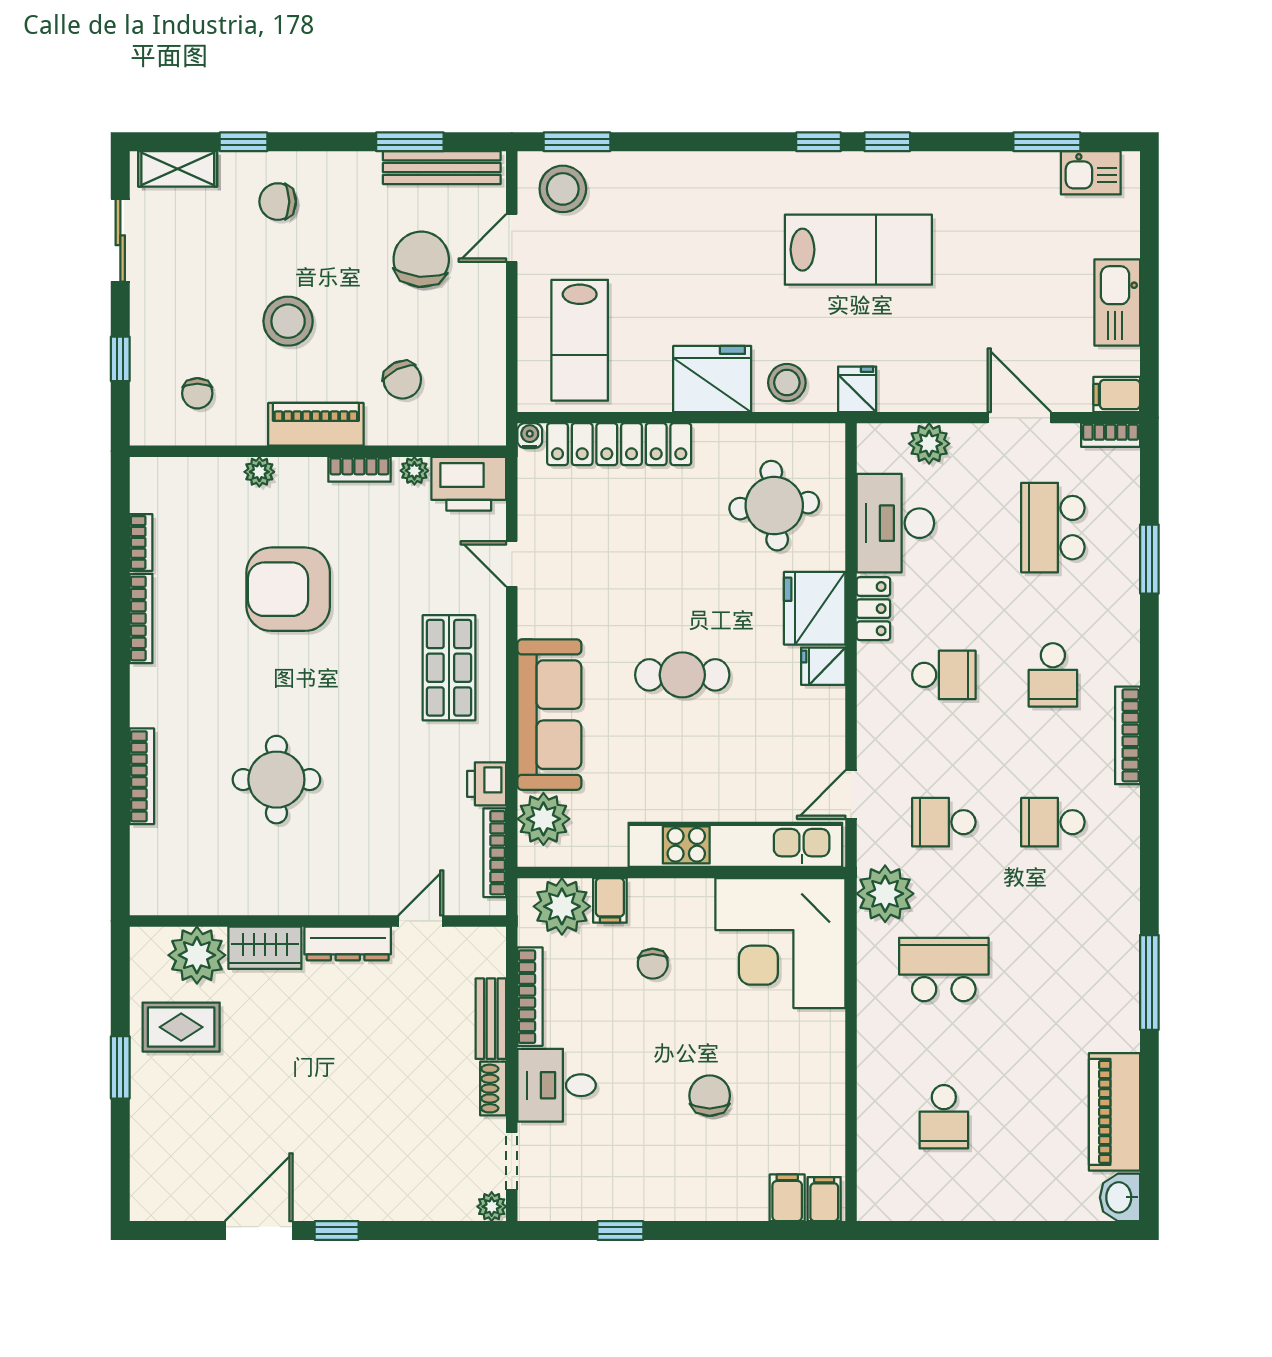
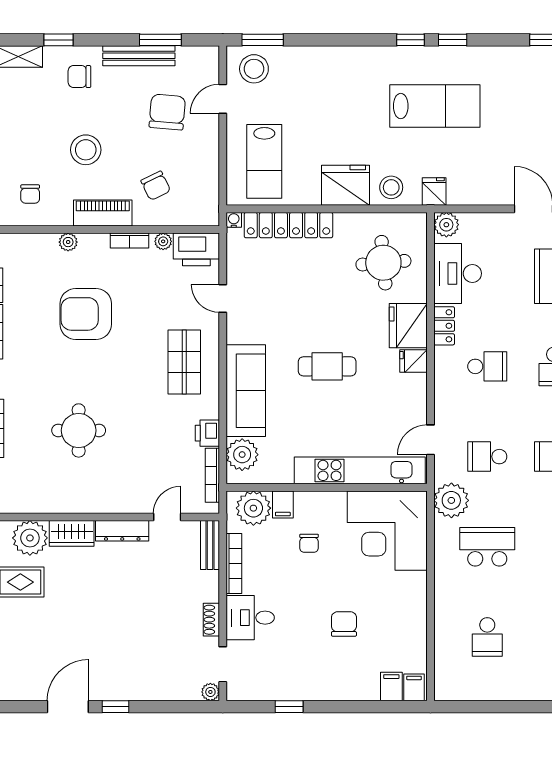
bench: (442, 168) -> (139, 56), moved
plant: (929, 444) -> (446, 225), moved
bench: (491, 1019) -> (210, 545), moved

